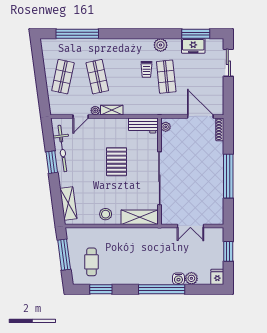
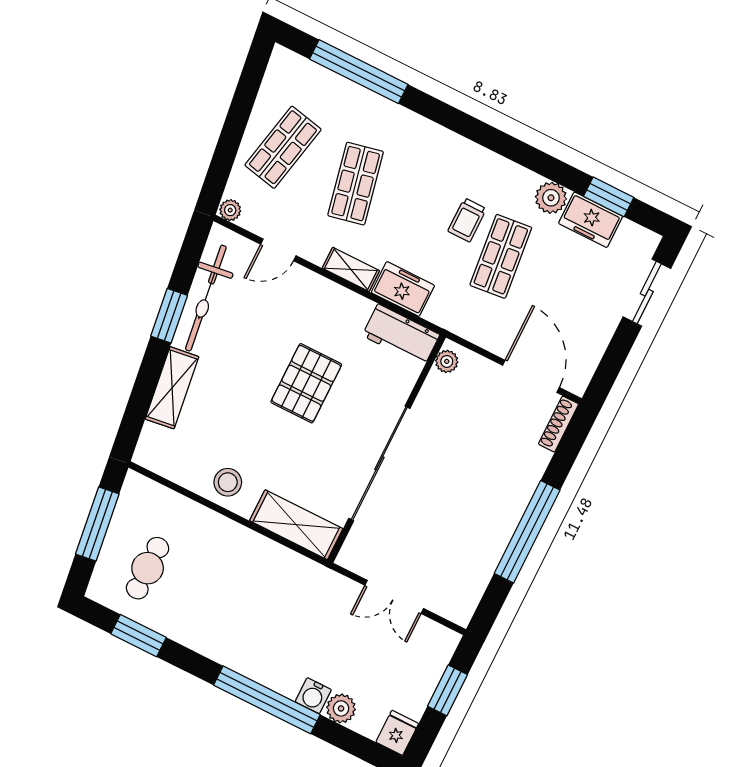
window: (196, 34) -> (609, 197), width x0.69
plant: (161, 45) -> (551, 198), moved
freezer: (135, 108) -> (403, 289), added
plant: (95, 111) -> (230, 210), moved
shelving: (68, 203) -> (172, 388), moved

